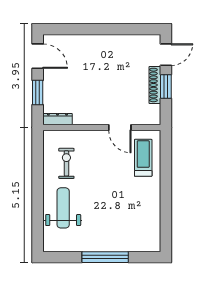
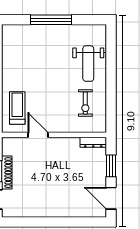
treadmill: (143, 158) -> (17, 108), turned 180

